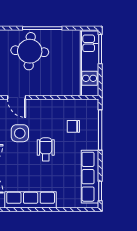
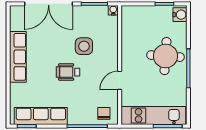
door: (17, 97) -> (120, 80), moved
chair: (73, 126) -> (104, 113), moved
wheelchair: (46, 149) -> (68, 72), turned 180

